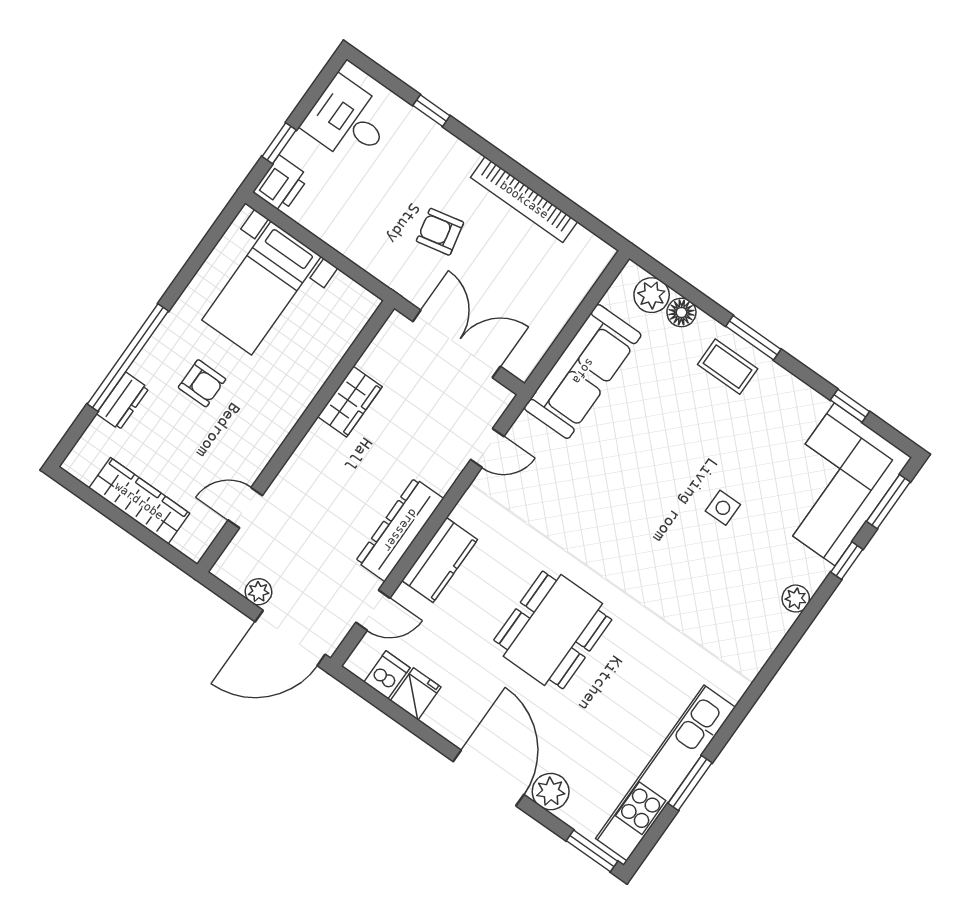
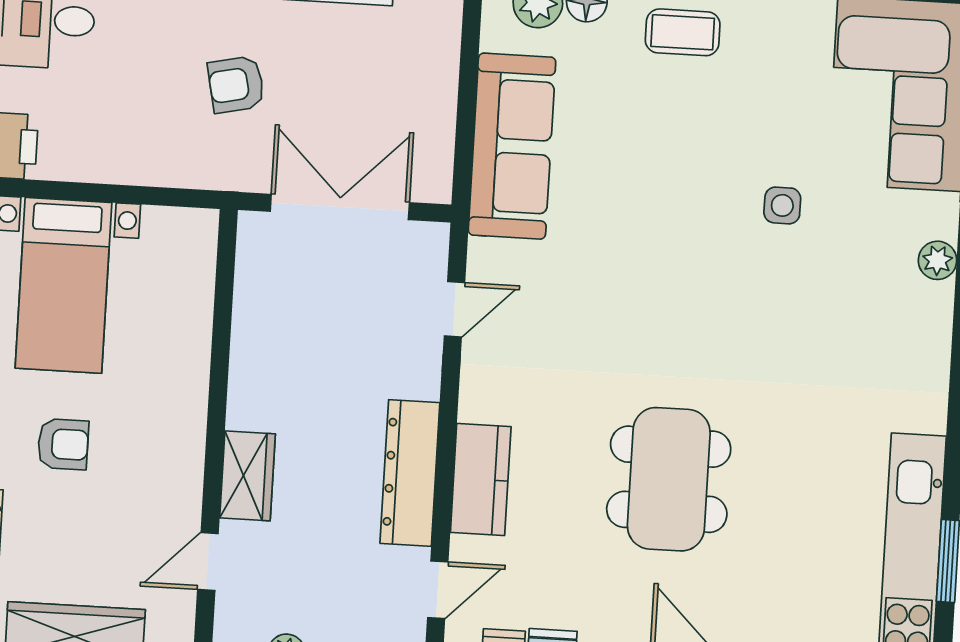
wardrobe: (350, 402) -> (247, 476), moved

